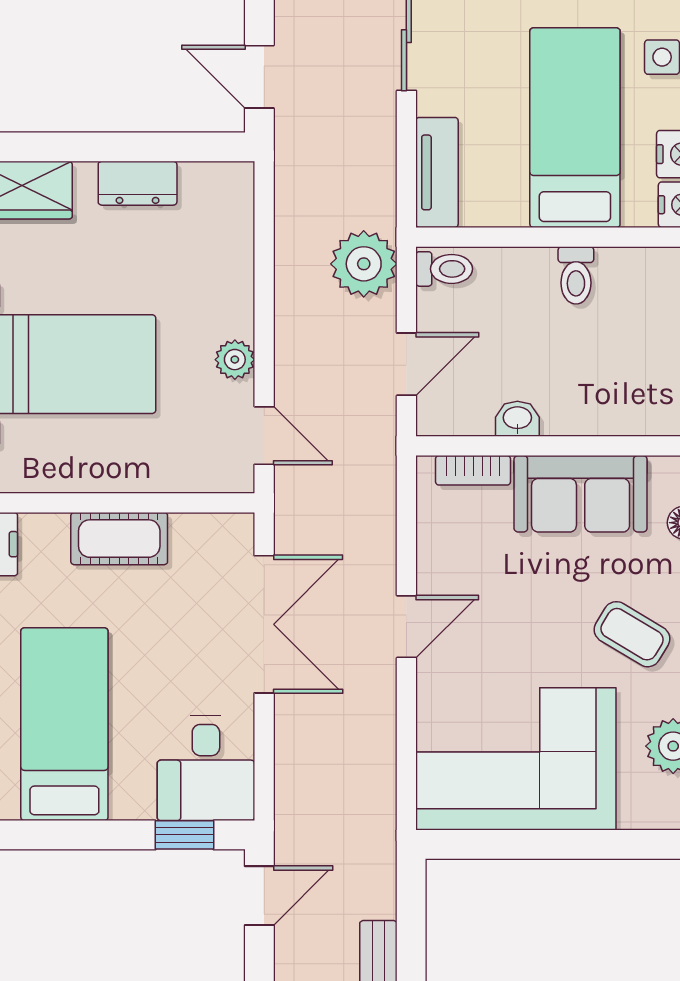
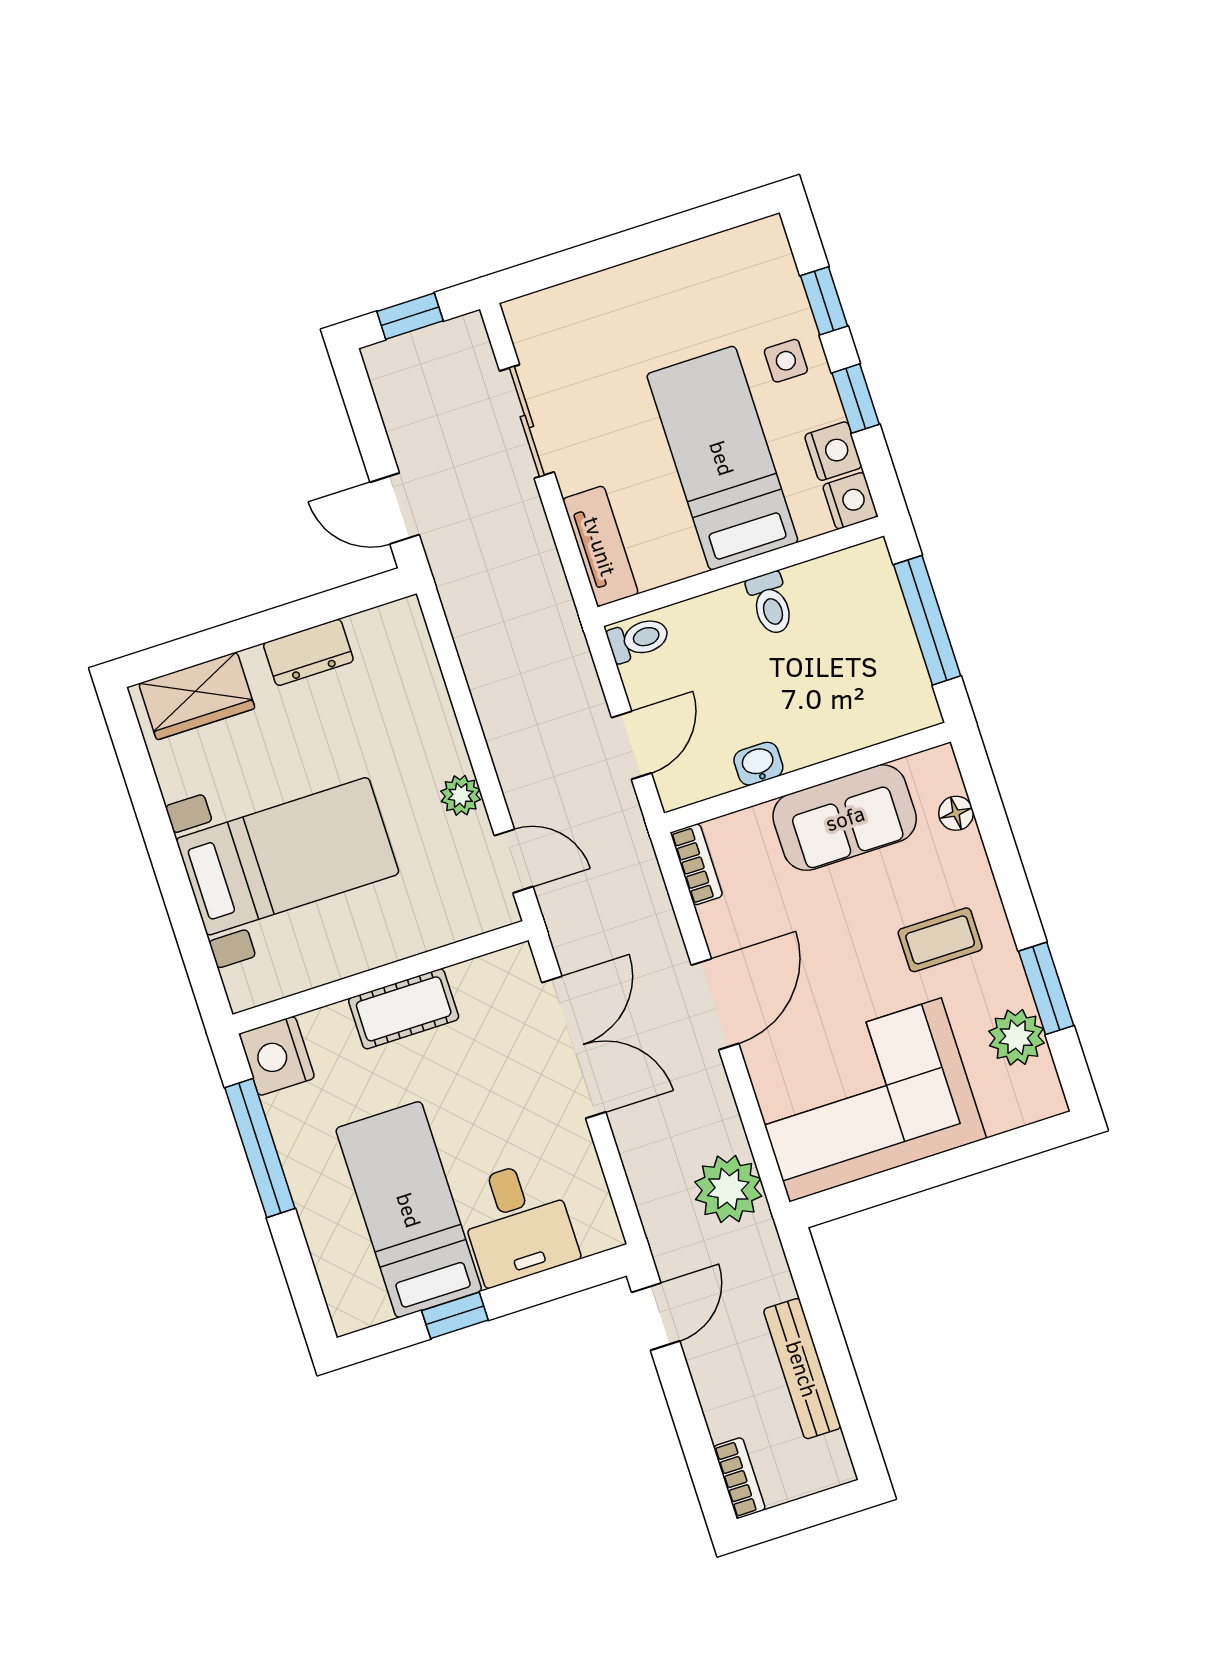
plant: (364, 264) -> (728, 1189), moved
bookcase: (473, 470) -> (697, 864), moved, turned -90
door: (406, 627) -> (715, 1004), width x1.38
coffee table: (632, 634) -> (940, 940), turned -31
desk: (206, 768) -> (517, 1223), moved
window: (184, 835) -> (455, 1315), moved

